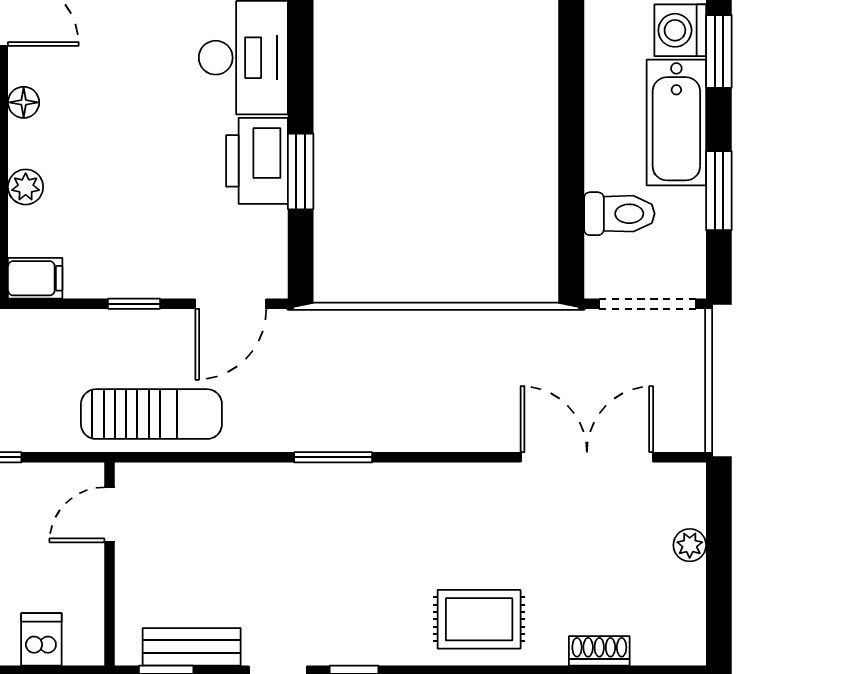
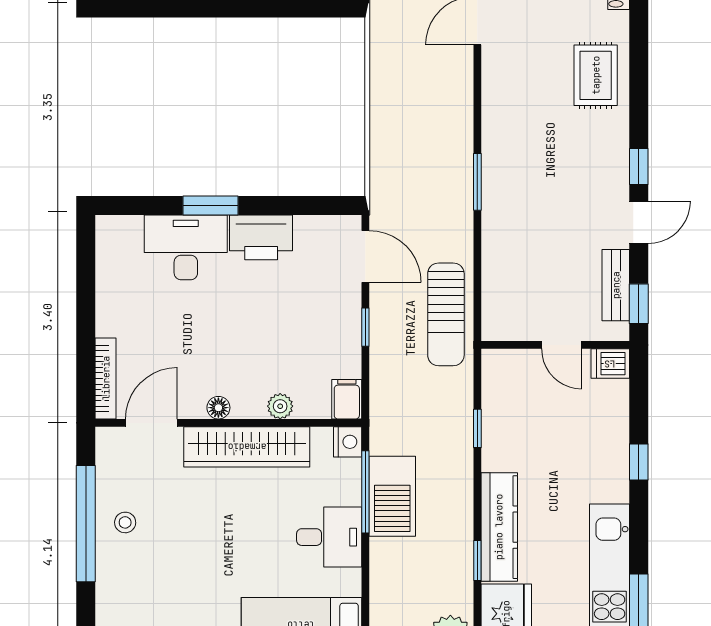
window: (301, 172) -> (210, 205), moved
sun lounger: (151, 414) -> (446, 314), turned 180
door: (110, 515) -> (562, 345), moved
dishwasher: (41, 639) -> (610, 364), moved

